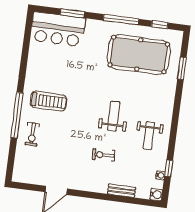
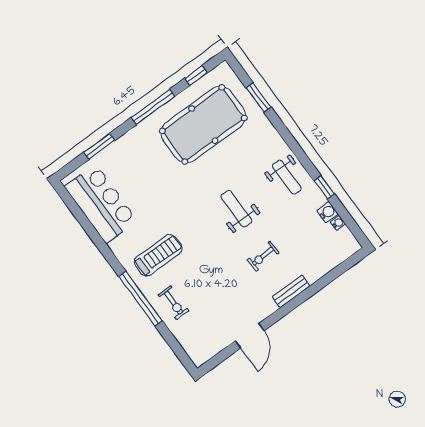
bar counter: (58, 29) -> (101, 204), moved, turned -90
weight bench: (149, 136) -> (287, 177), moved
window: (169, 168) -> (324, 187), moved
bench: (121, 191) -> (291, 291), moved
water cooler: (156, 195) -> (328, 212), moved

